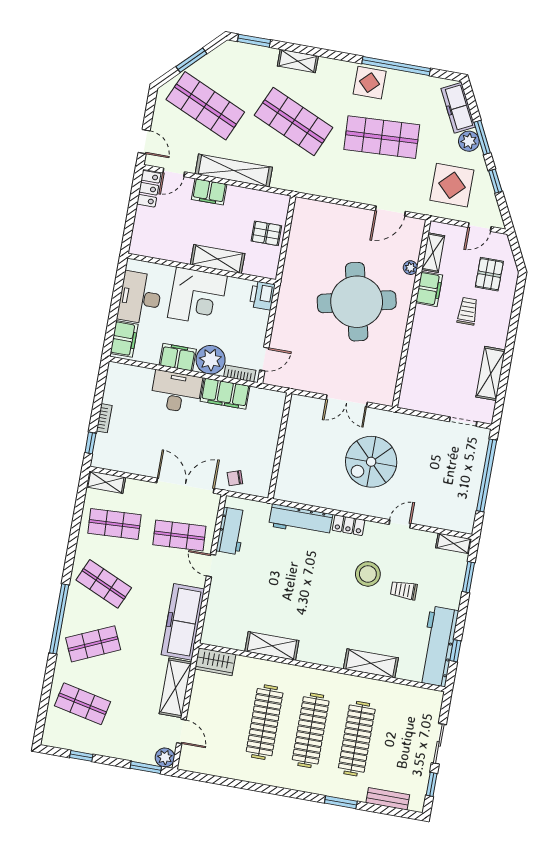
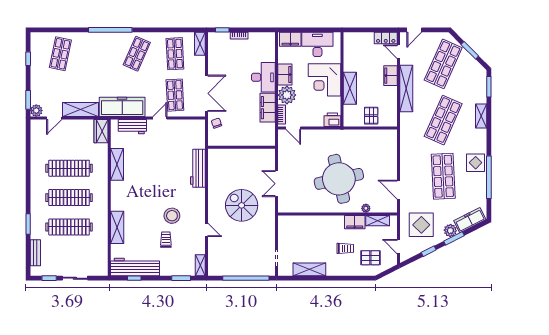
locker: (349, 525) -> (200, 198), removed
workbench: (231, 531) -> (132, 127), moved
shop shelf: (93, 644) -> (99, 54), removed

